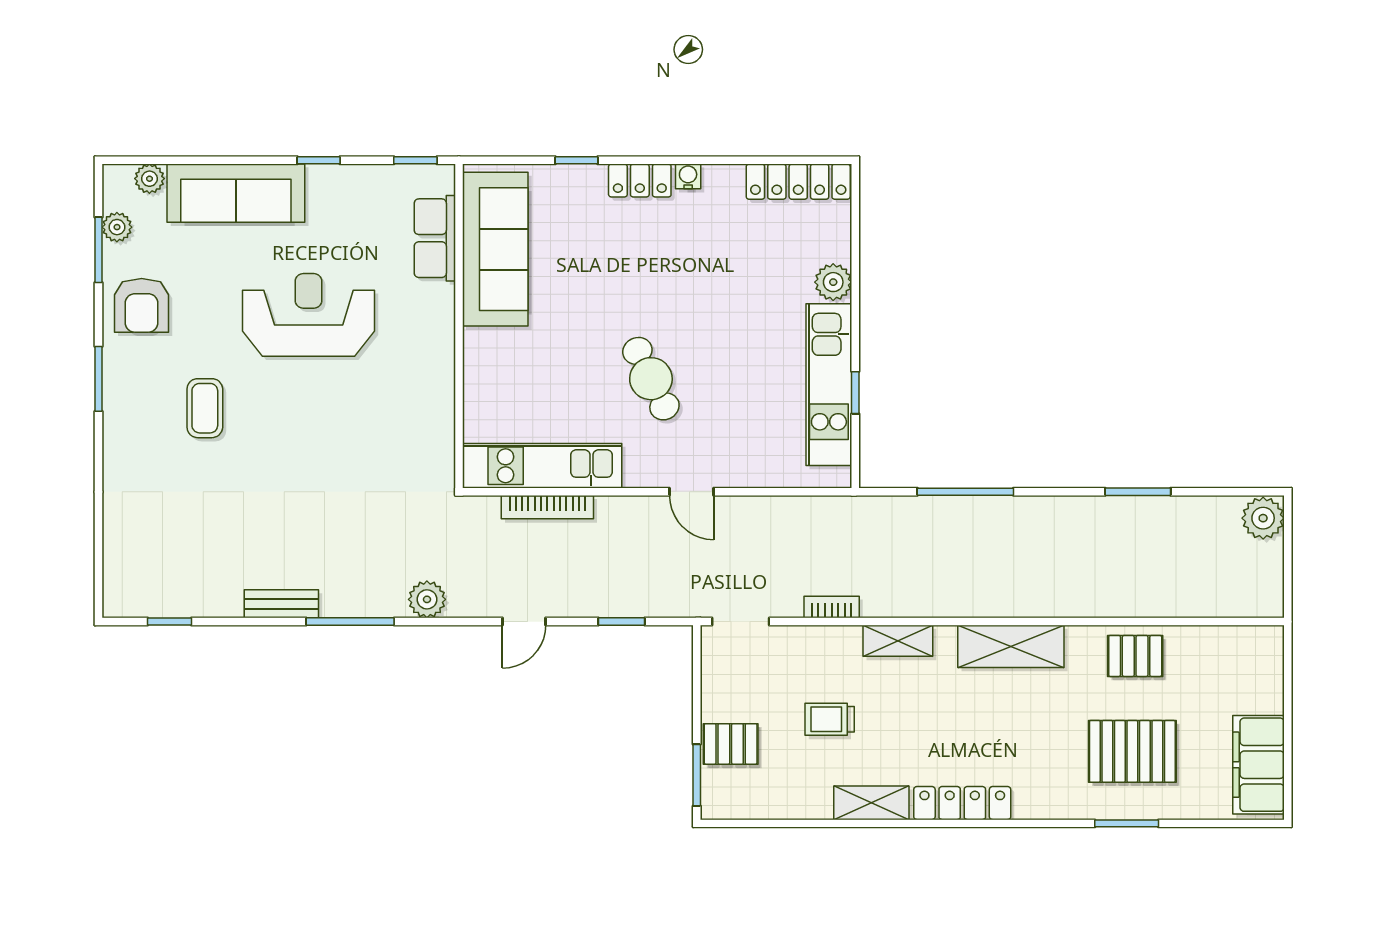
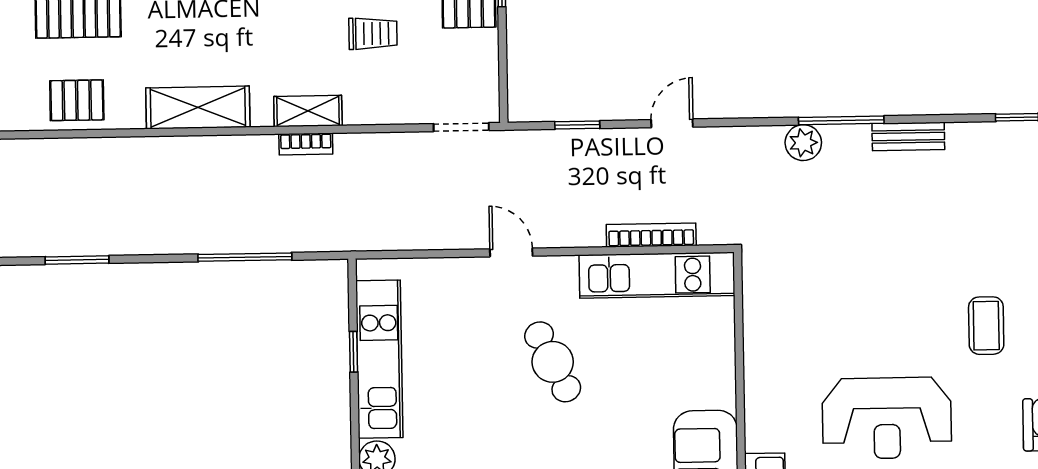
plant: (427, 599) -> (803, 143), moved
bookcase: (832, 607) -> (306, 144), moved

